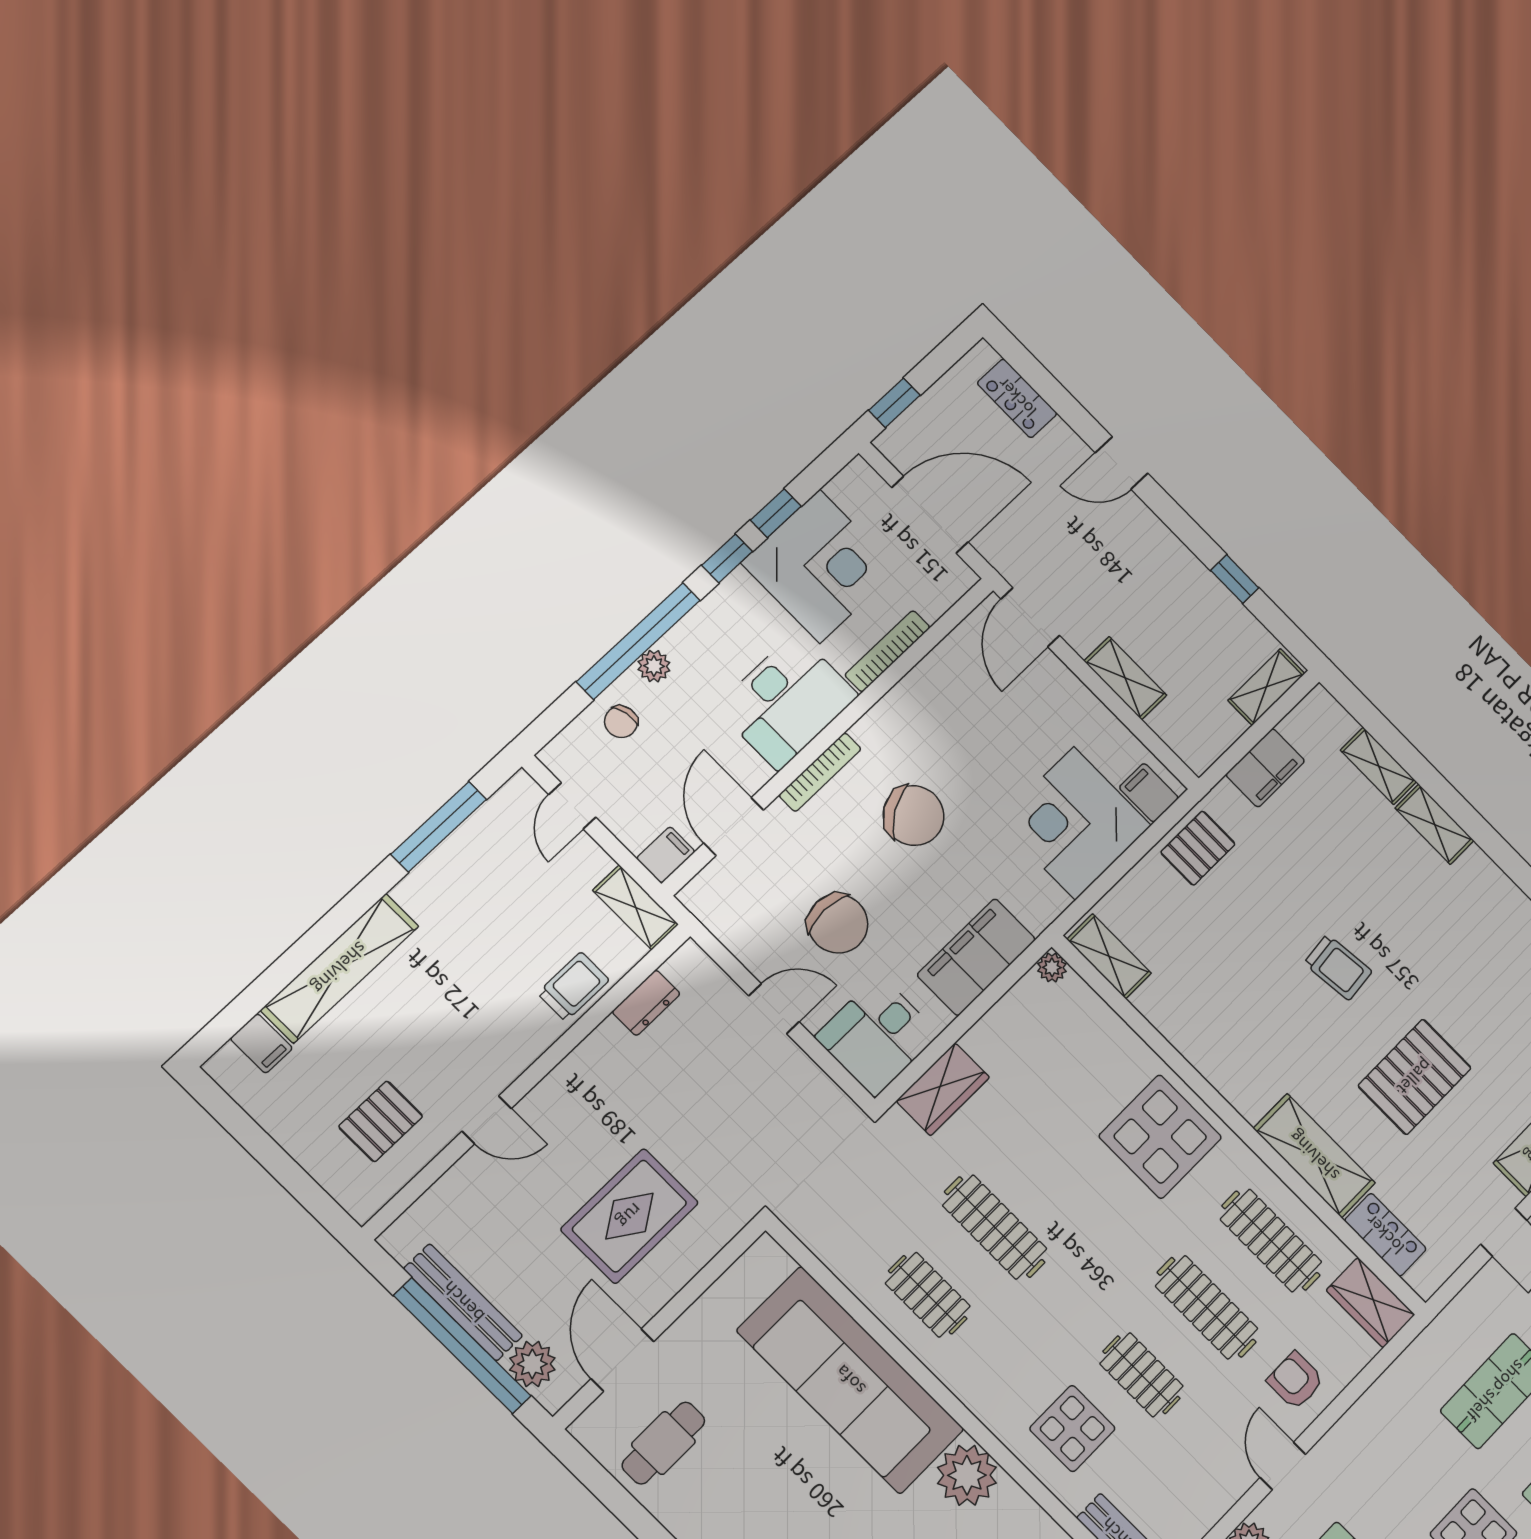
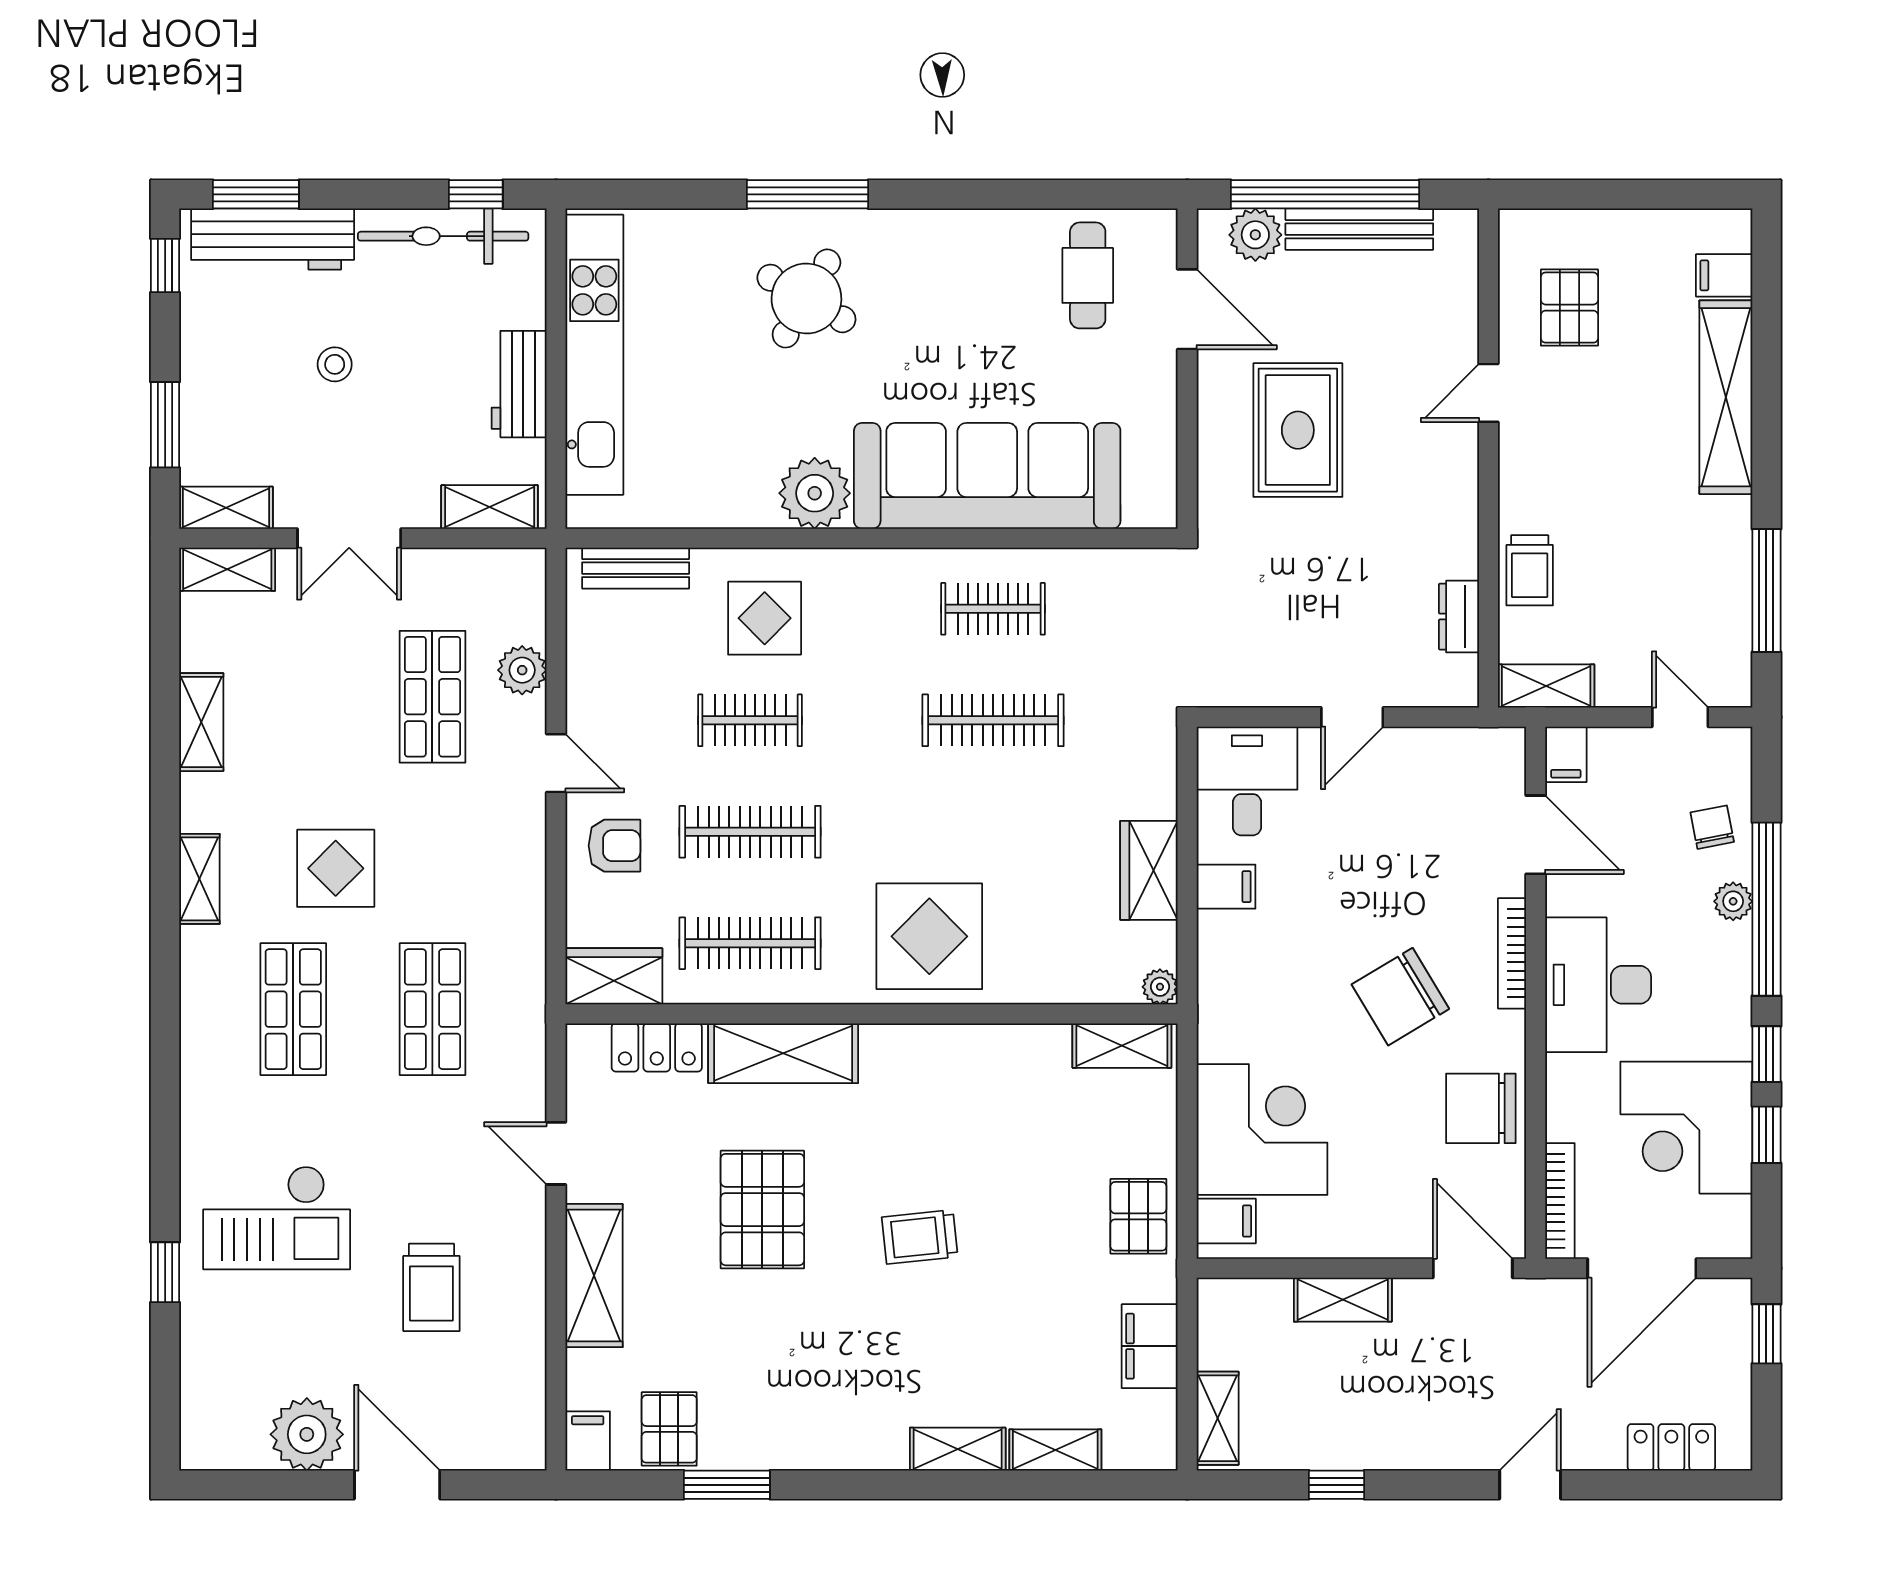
bookcase: (887, 651) -> (1560, 1201), moved
chair: (838, 924) -> (1481, 1108), moved
filing cabinet: (976, 957) -> (1226, 887), width x0.33, depth x0.86
wardrobe: (943, 1089) -> (1149, 870), moved

